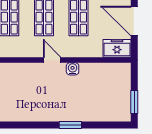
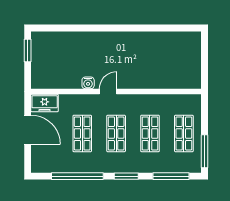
door: (52, 60) -> (108, 92), swing flipped
window: (70, 125) -> (90, 28), removed

